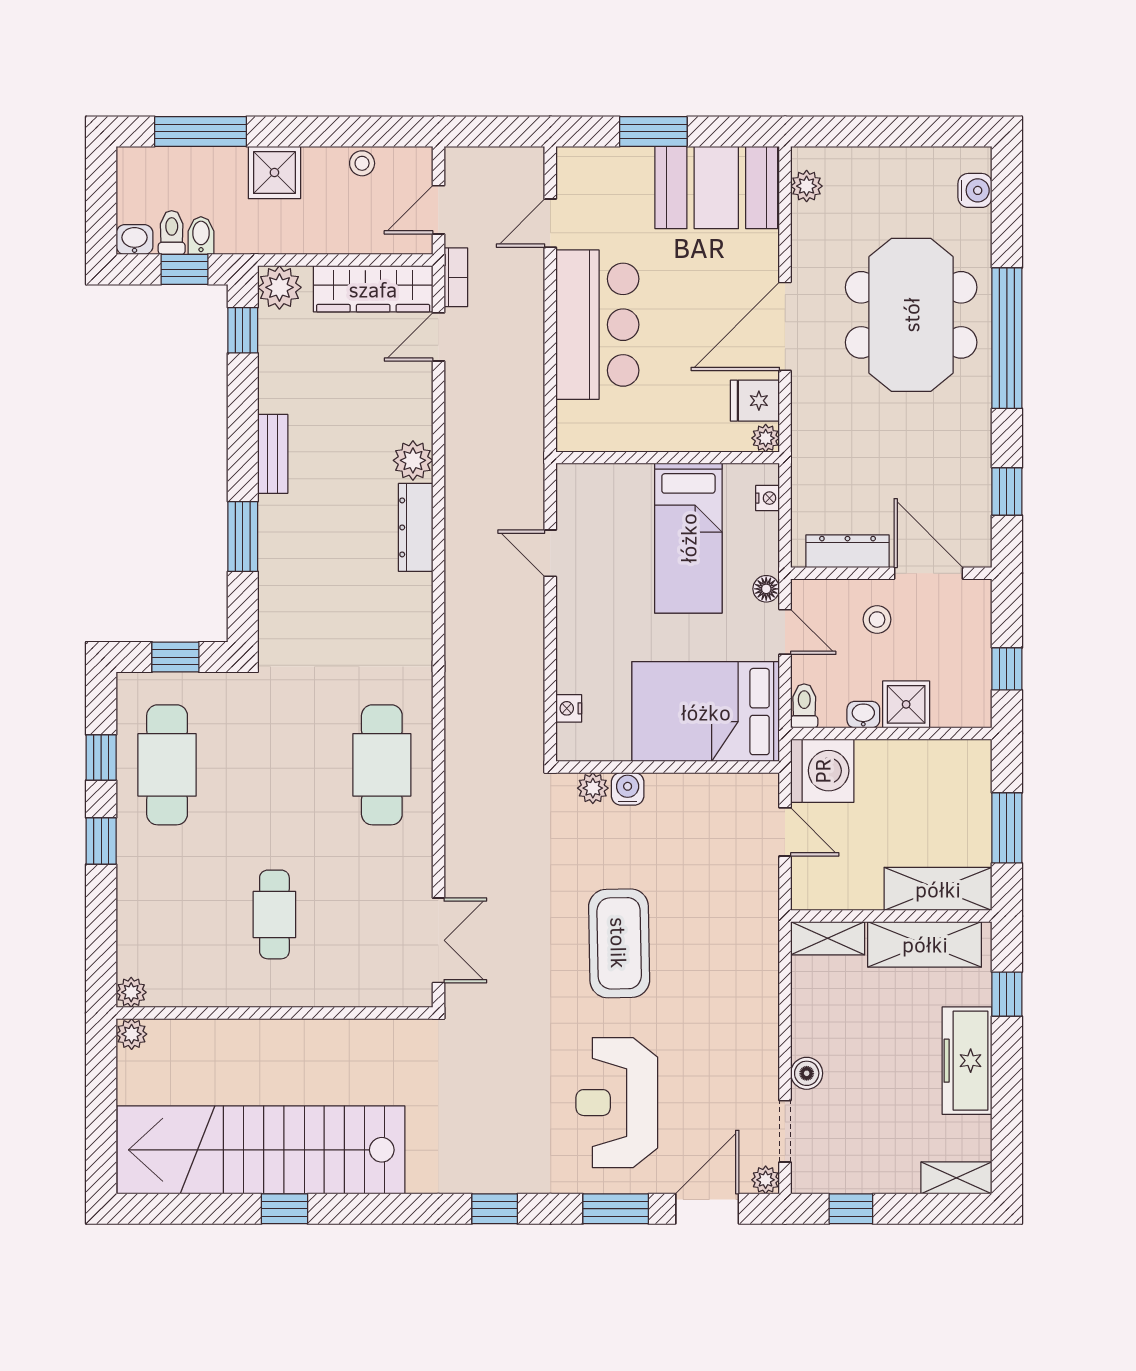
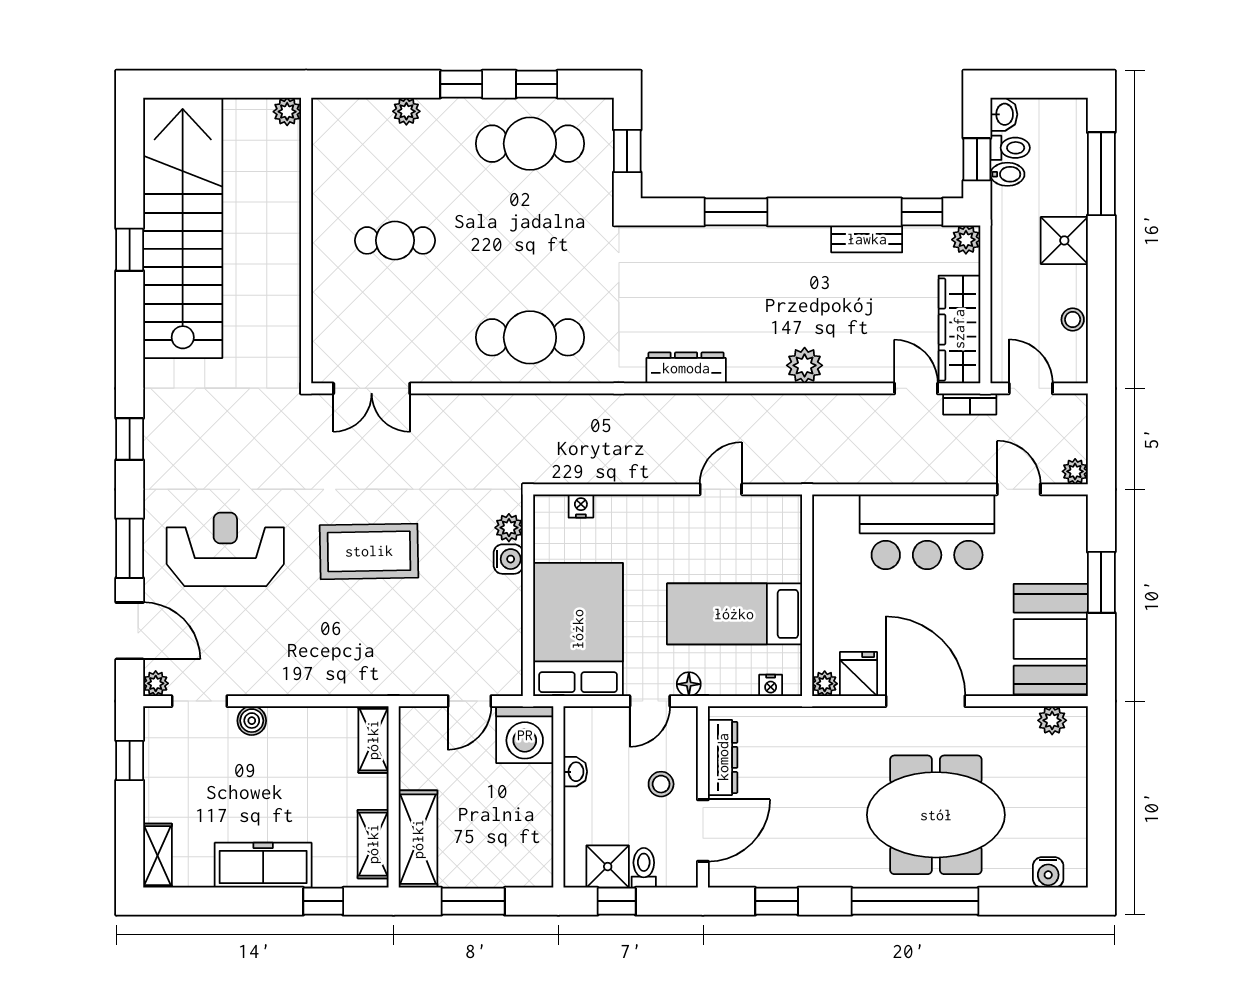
plant: (530, 161) -> (1075, 471), added
plant: (279, 287) -> (966, 240), width x0.73, depth x0.73
bench: (273, 454) -> (867, 239), moved
dresser: (416, 527) -> (686, 368), moved
shower: (906, 704) -> (608, 867), moved
toilet: (804, 706) -> (644, 868), moved, turned -90
shelving: (925, 944) -> (373, 844), width x0.67, depth x0.75
plant: (131, 992) -> (406, 111), moved

